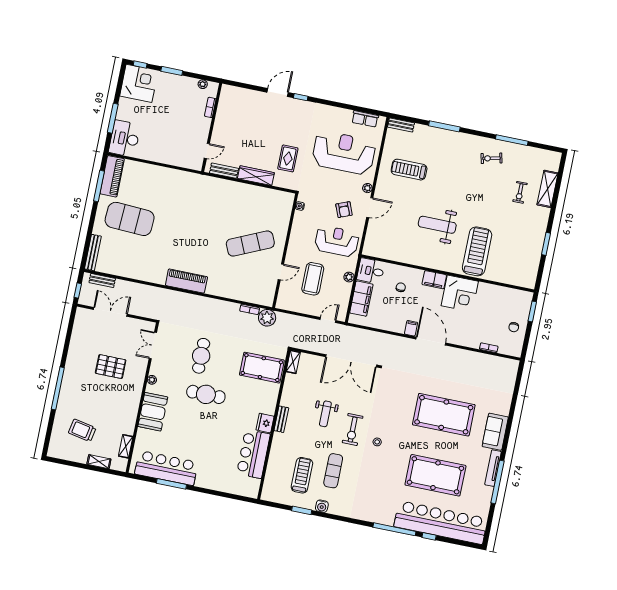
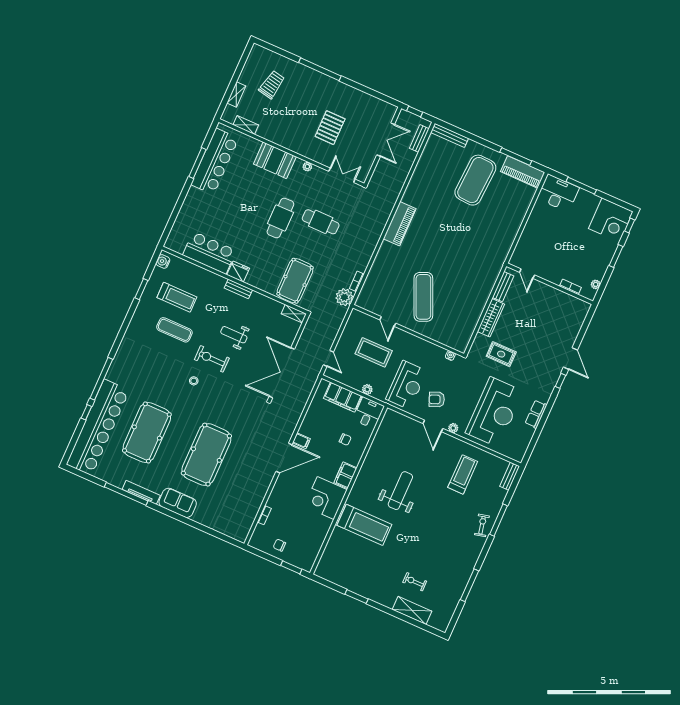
row of seats: (365, 119) -> (536, 414), moved
exercise bike: (491, 158) -> (482, 525), moved
water cooler: (322, 506) -> (163, 261), moved

